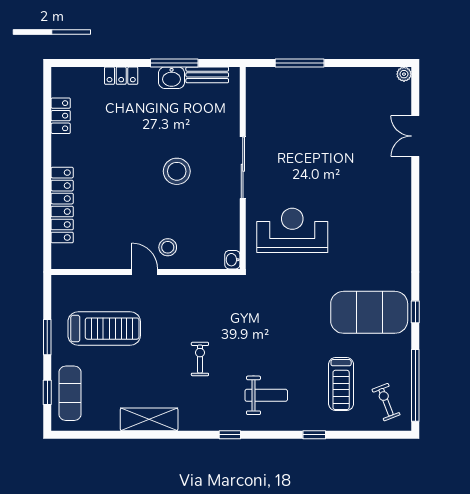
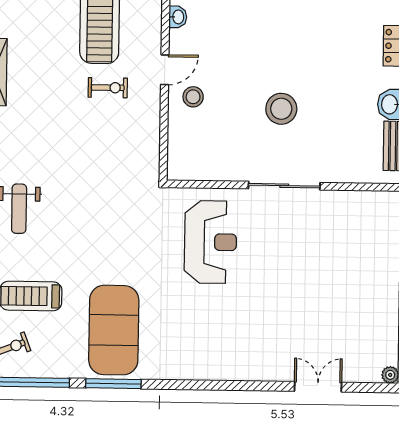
washbasin: (232, 260) -> (178, 17), moved, turned 90
window: (415, 312) -> (113, 384), width x2.17
exercise bike: (200, 359) -> (108, 88), moved

